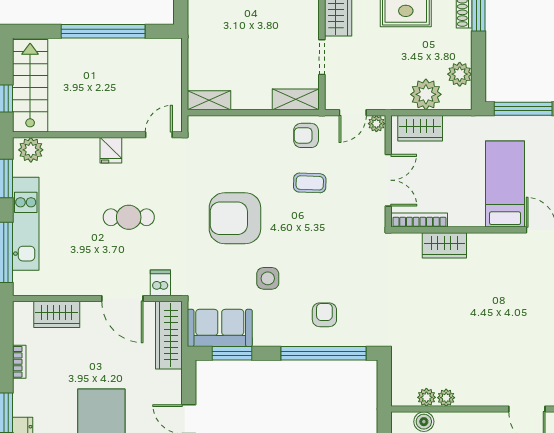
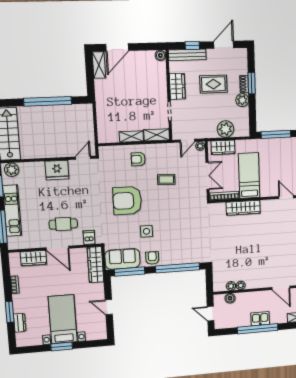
plant: (460, 74) -> (242, 100), moved
shelving: (209, 100) -> (131, 137), moved
armchair: (306, 135) -> (138, 159), moved
fridge: (111, 150) -> (57, 170), width x1.88, depth x1.34
bed: (505, 184) -> (249, 175), moved
cafe table: (129, 217) -> (63, 224), moved
wardrobe: (444, 245) -> (243, 208), width x1.50
door: (122, 298) -> (57, 248), moved
armchair: (324, 315) -> (152, 258), moved
window: (232, 353) -> (130, 272), width x1.44

